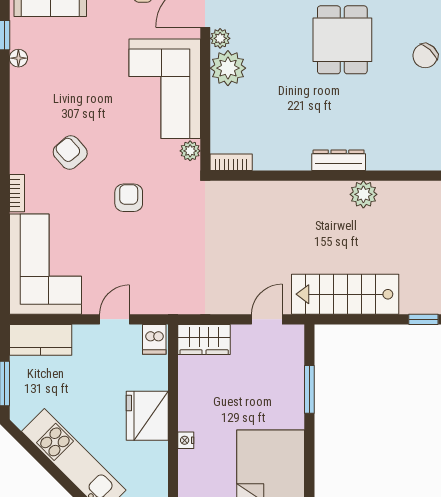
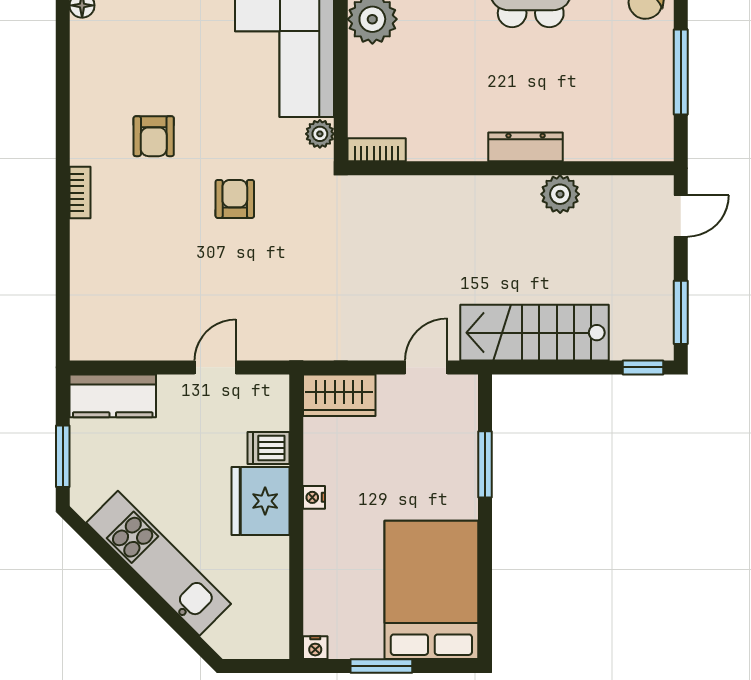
armchair: (70, 152) -> (154, 136), turned -139
corner sofa: (45, 264) -> (119, 291), removed
dishwasher: (154, 339) -> (268, 448), moved, turned 90
nightstand: (186, 440) -> (314, 497), moved

